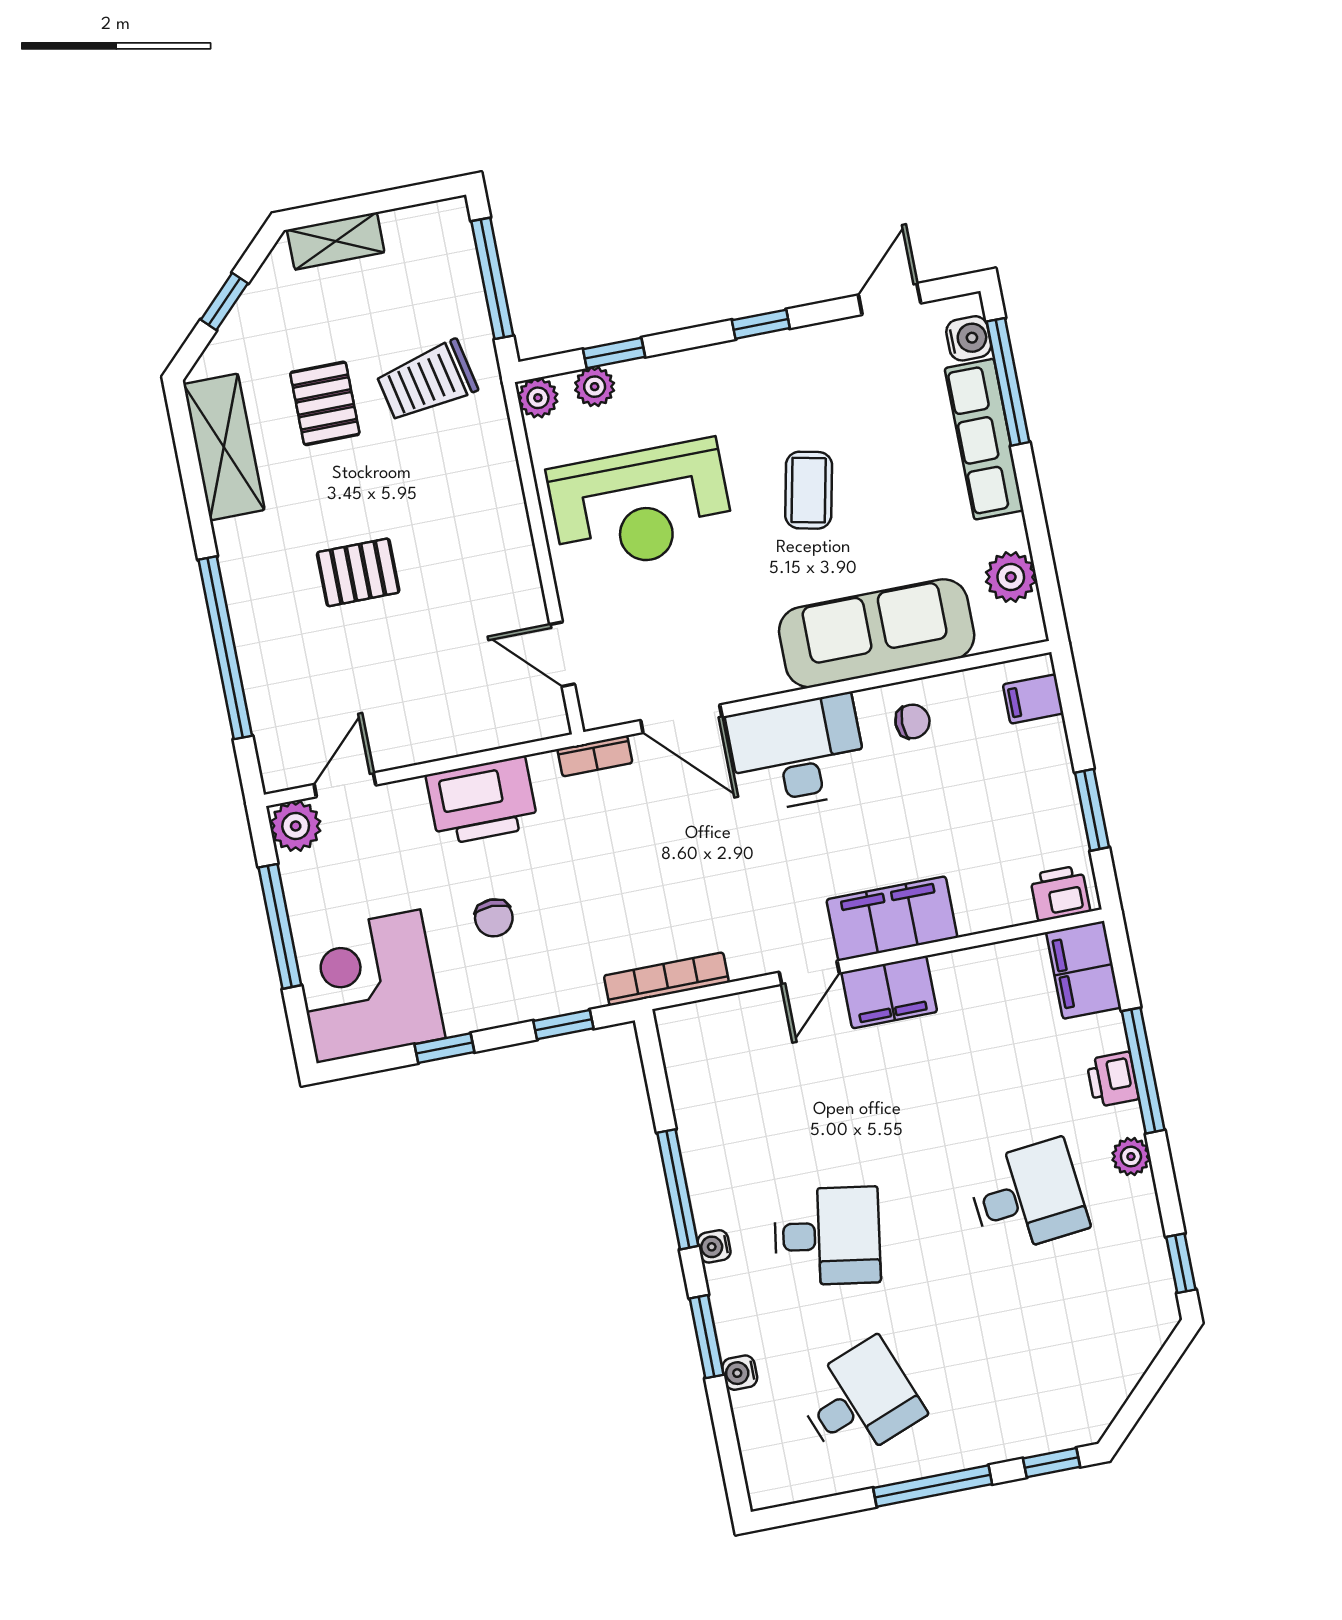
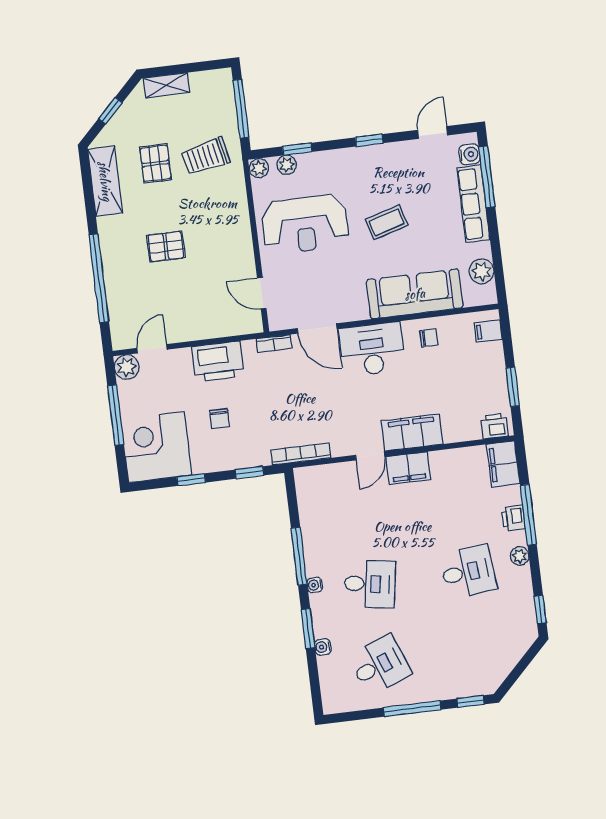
coffee table: (809, 490) -> (387, 222), turned 62

